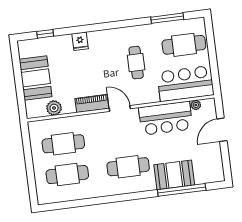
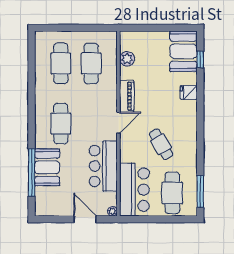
window: (167, 18) -> (200, 192), moved
cafe table: (136, 63) -> (161, 144), turned 60
booth: (36, 78) -> (183, 51), moved, turned 90
plant: (196, 105) -> (112, 211), moved

